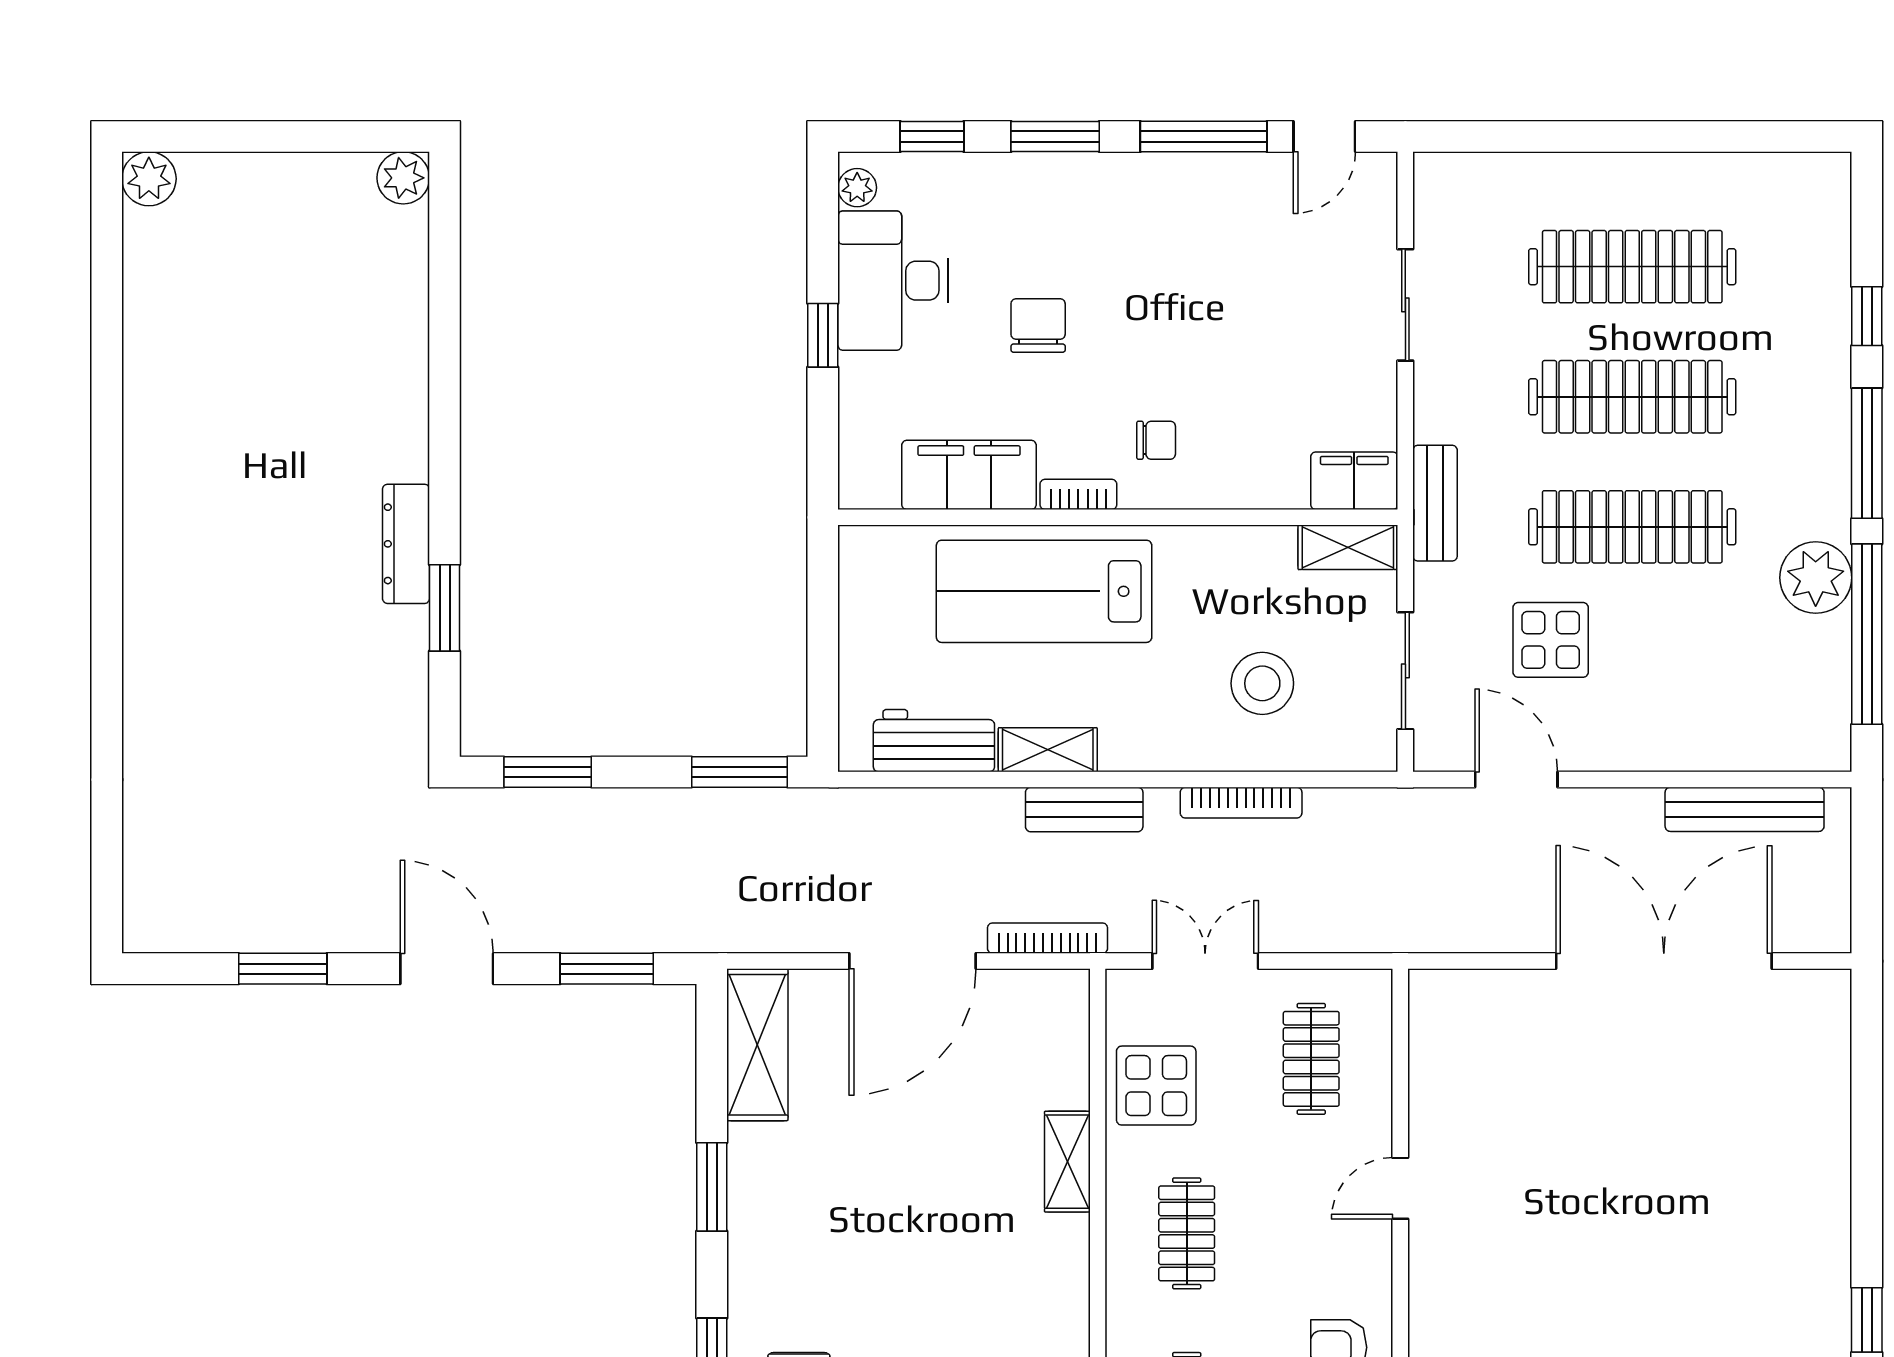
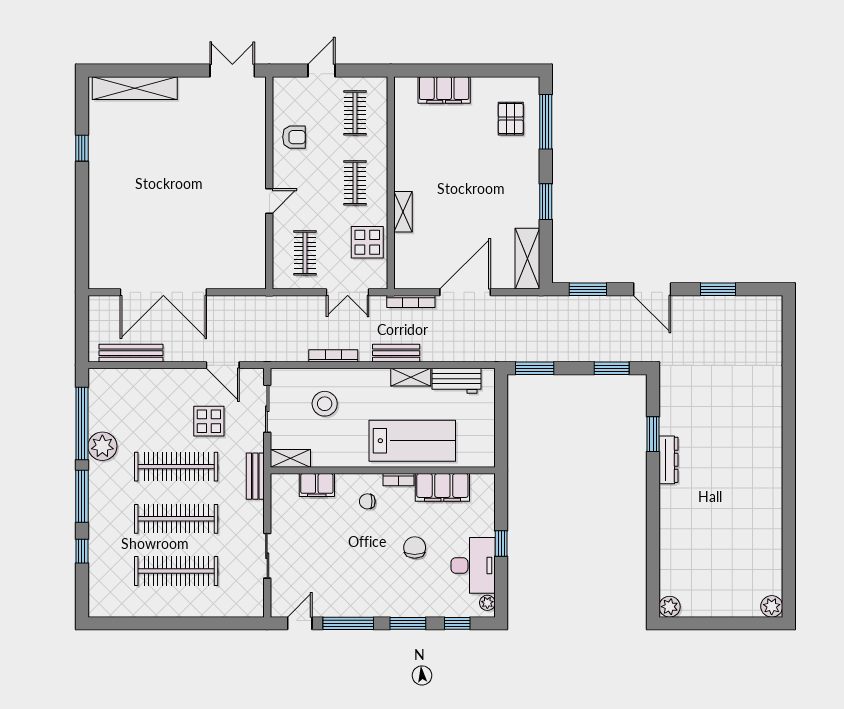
chair: (1038, 325) -> (415, 547), turned 180
filing cabinet: (1354, 481) -> (317, 485), moved

